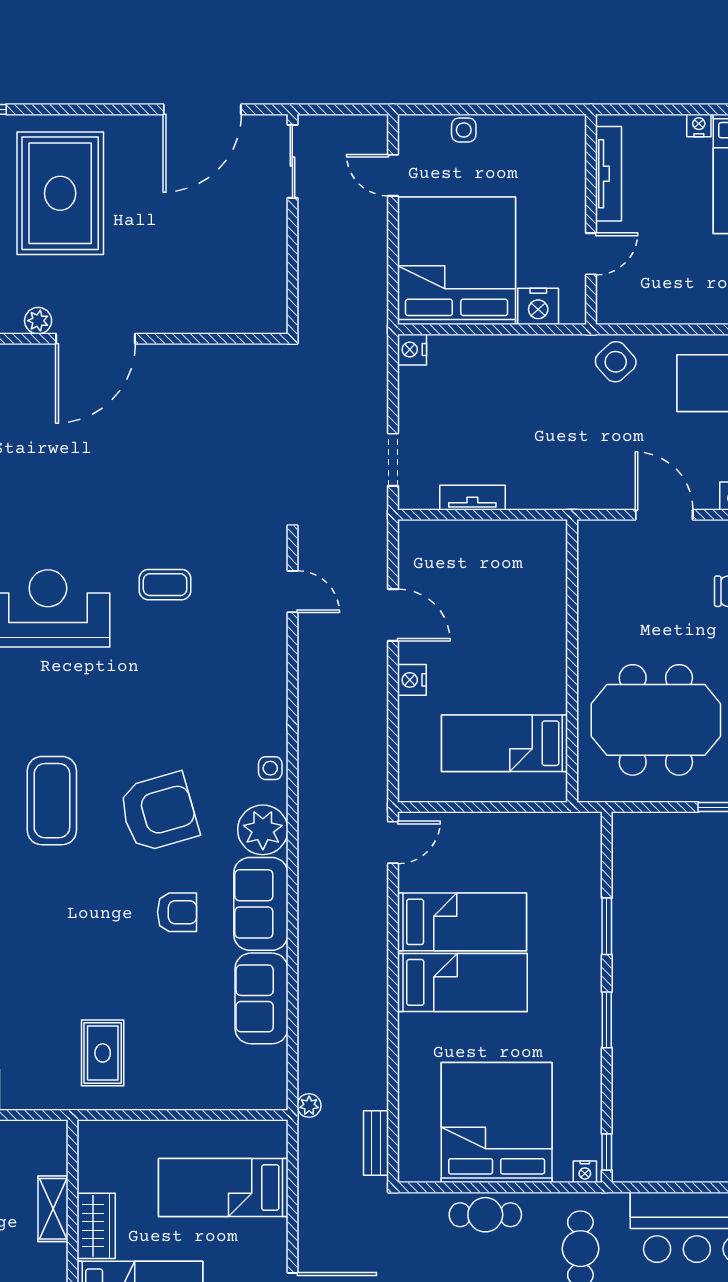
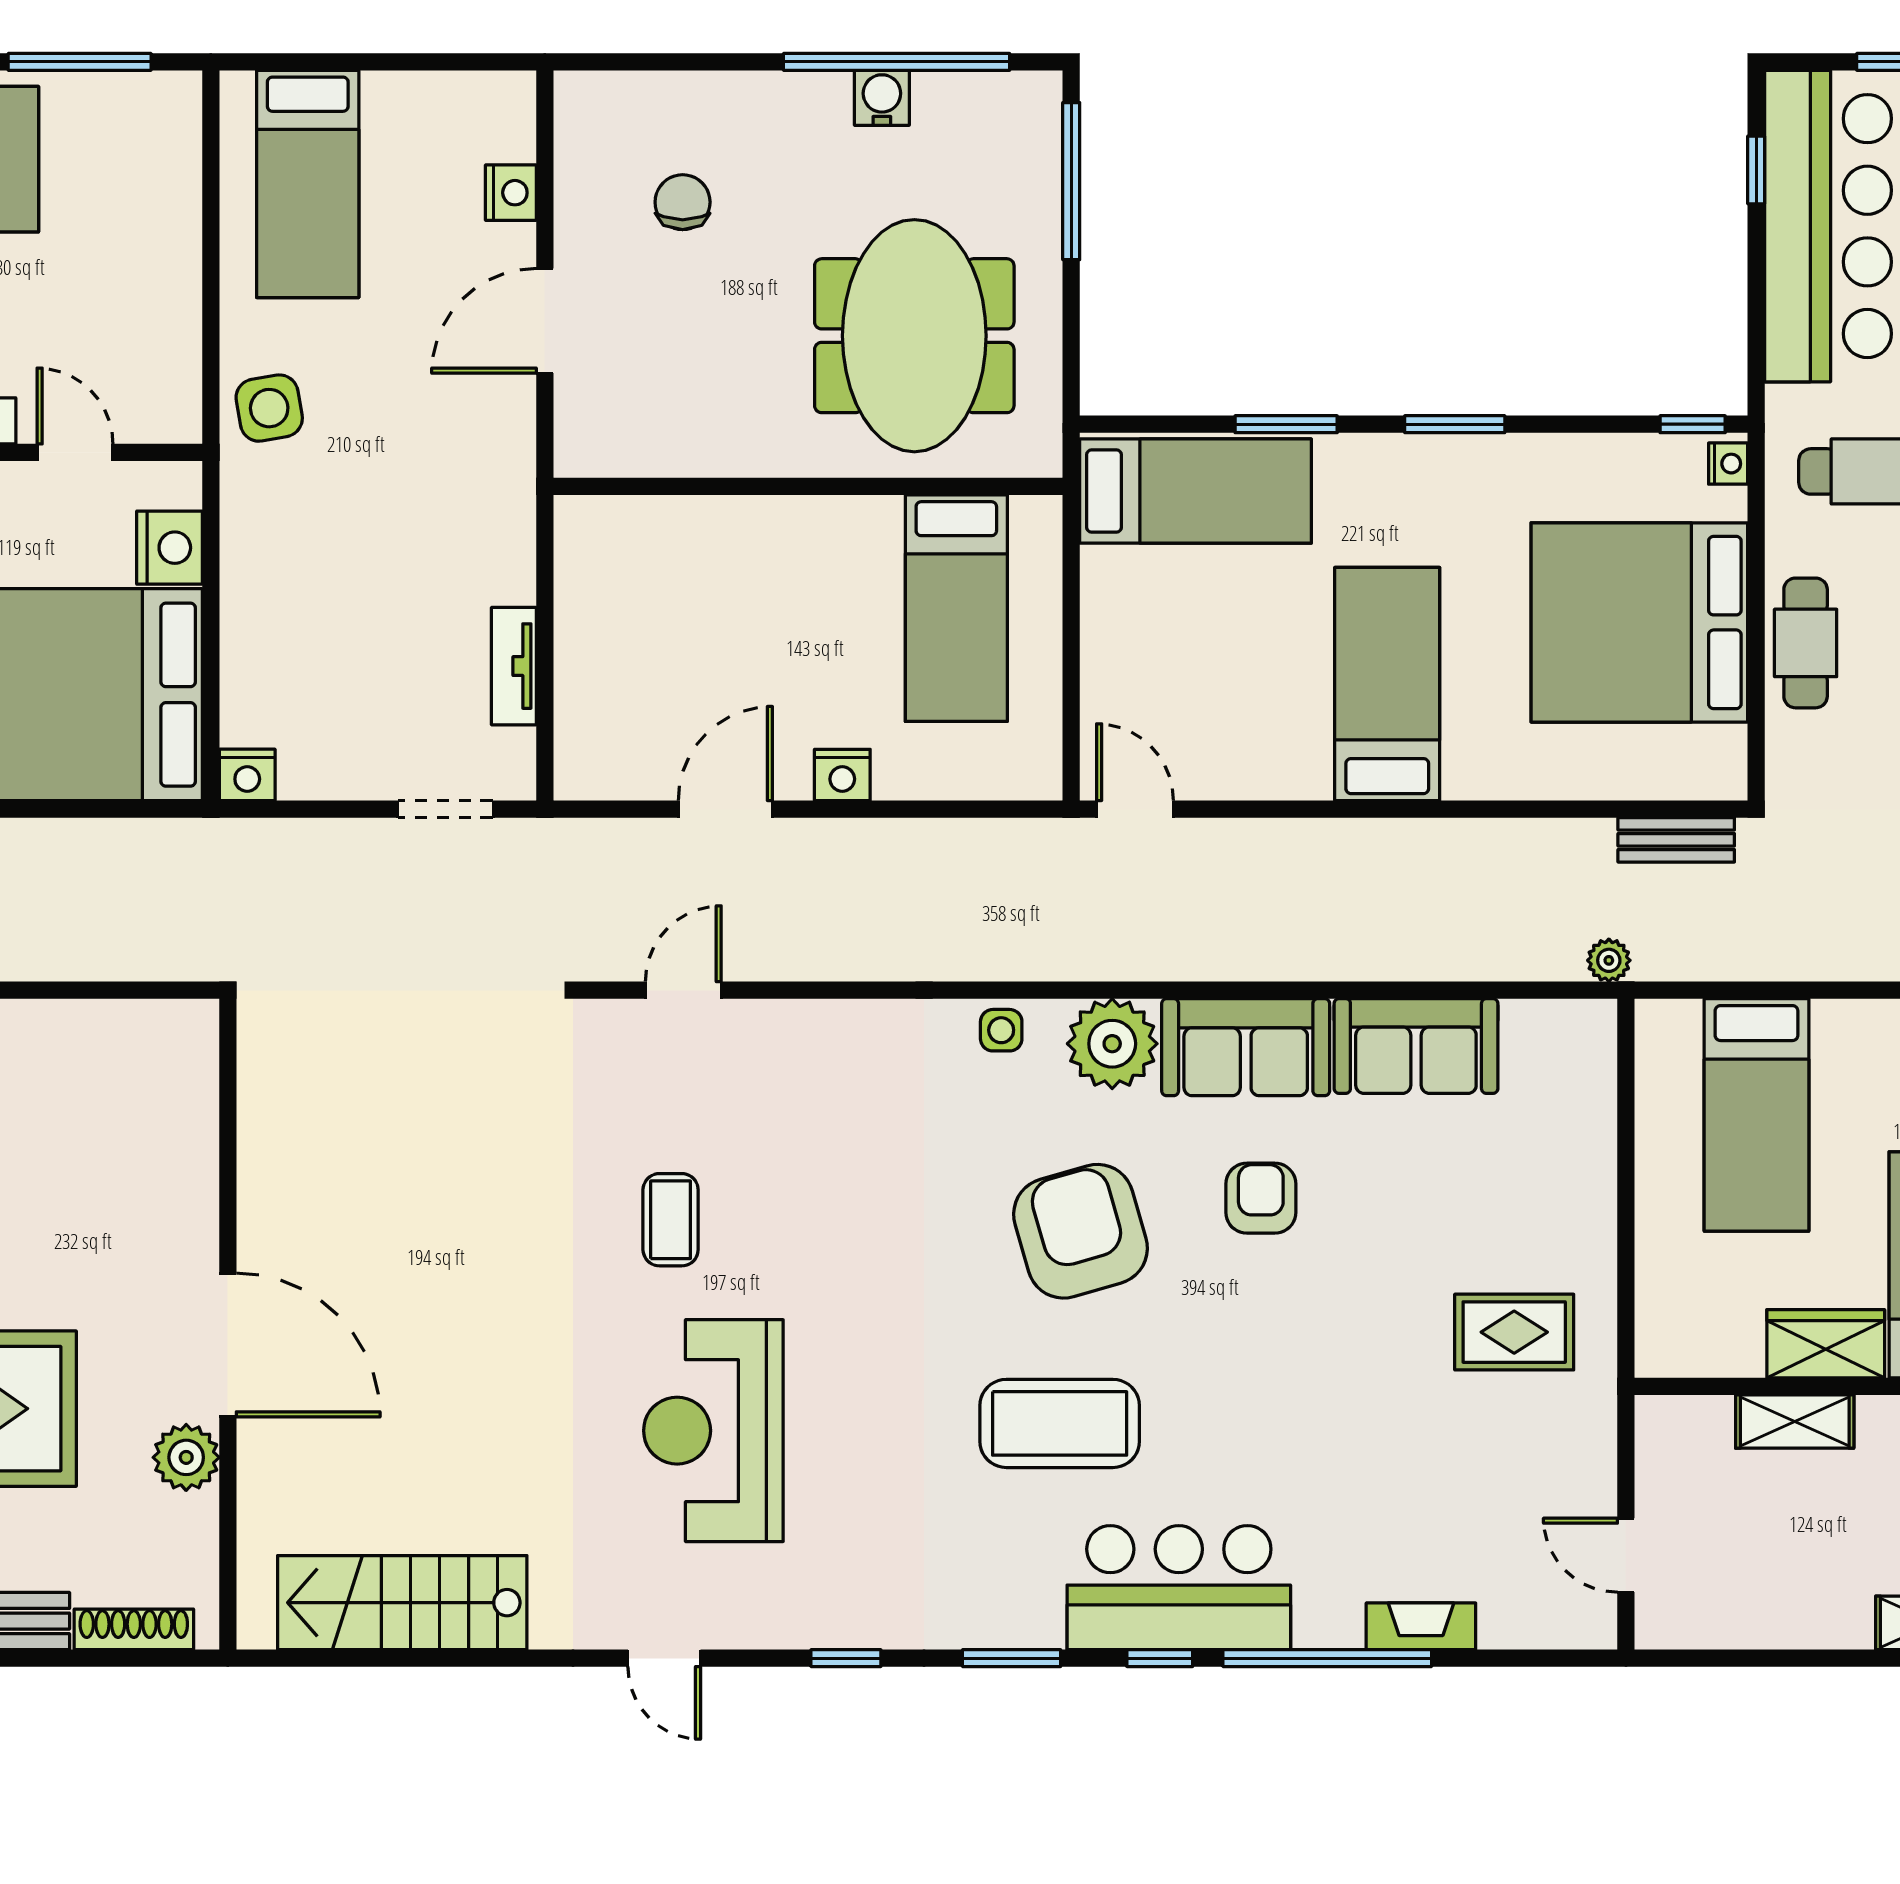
plant: (38, 321) -> (186, 1457), width x1.38, depth x1.38
side table: (616, 362) -> (269, 408), turned 32
bed: (462, 922) -> (1196, 491), moved, turned 90

